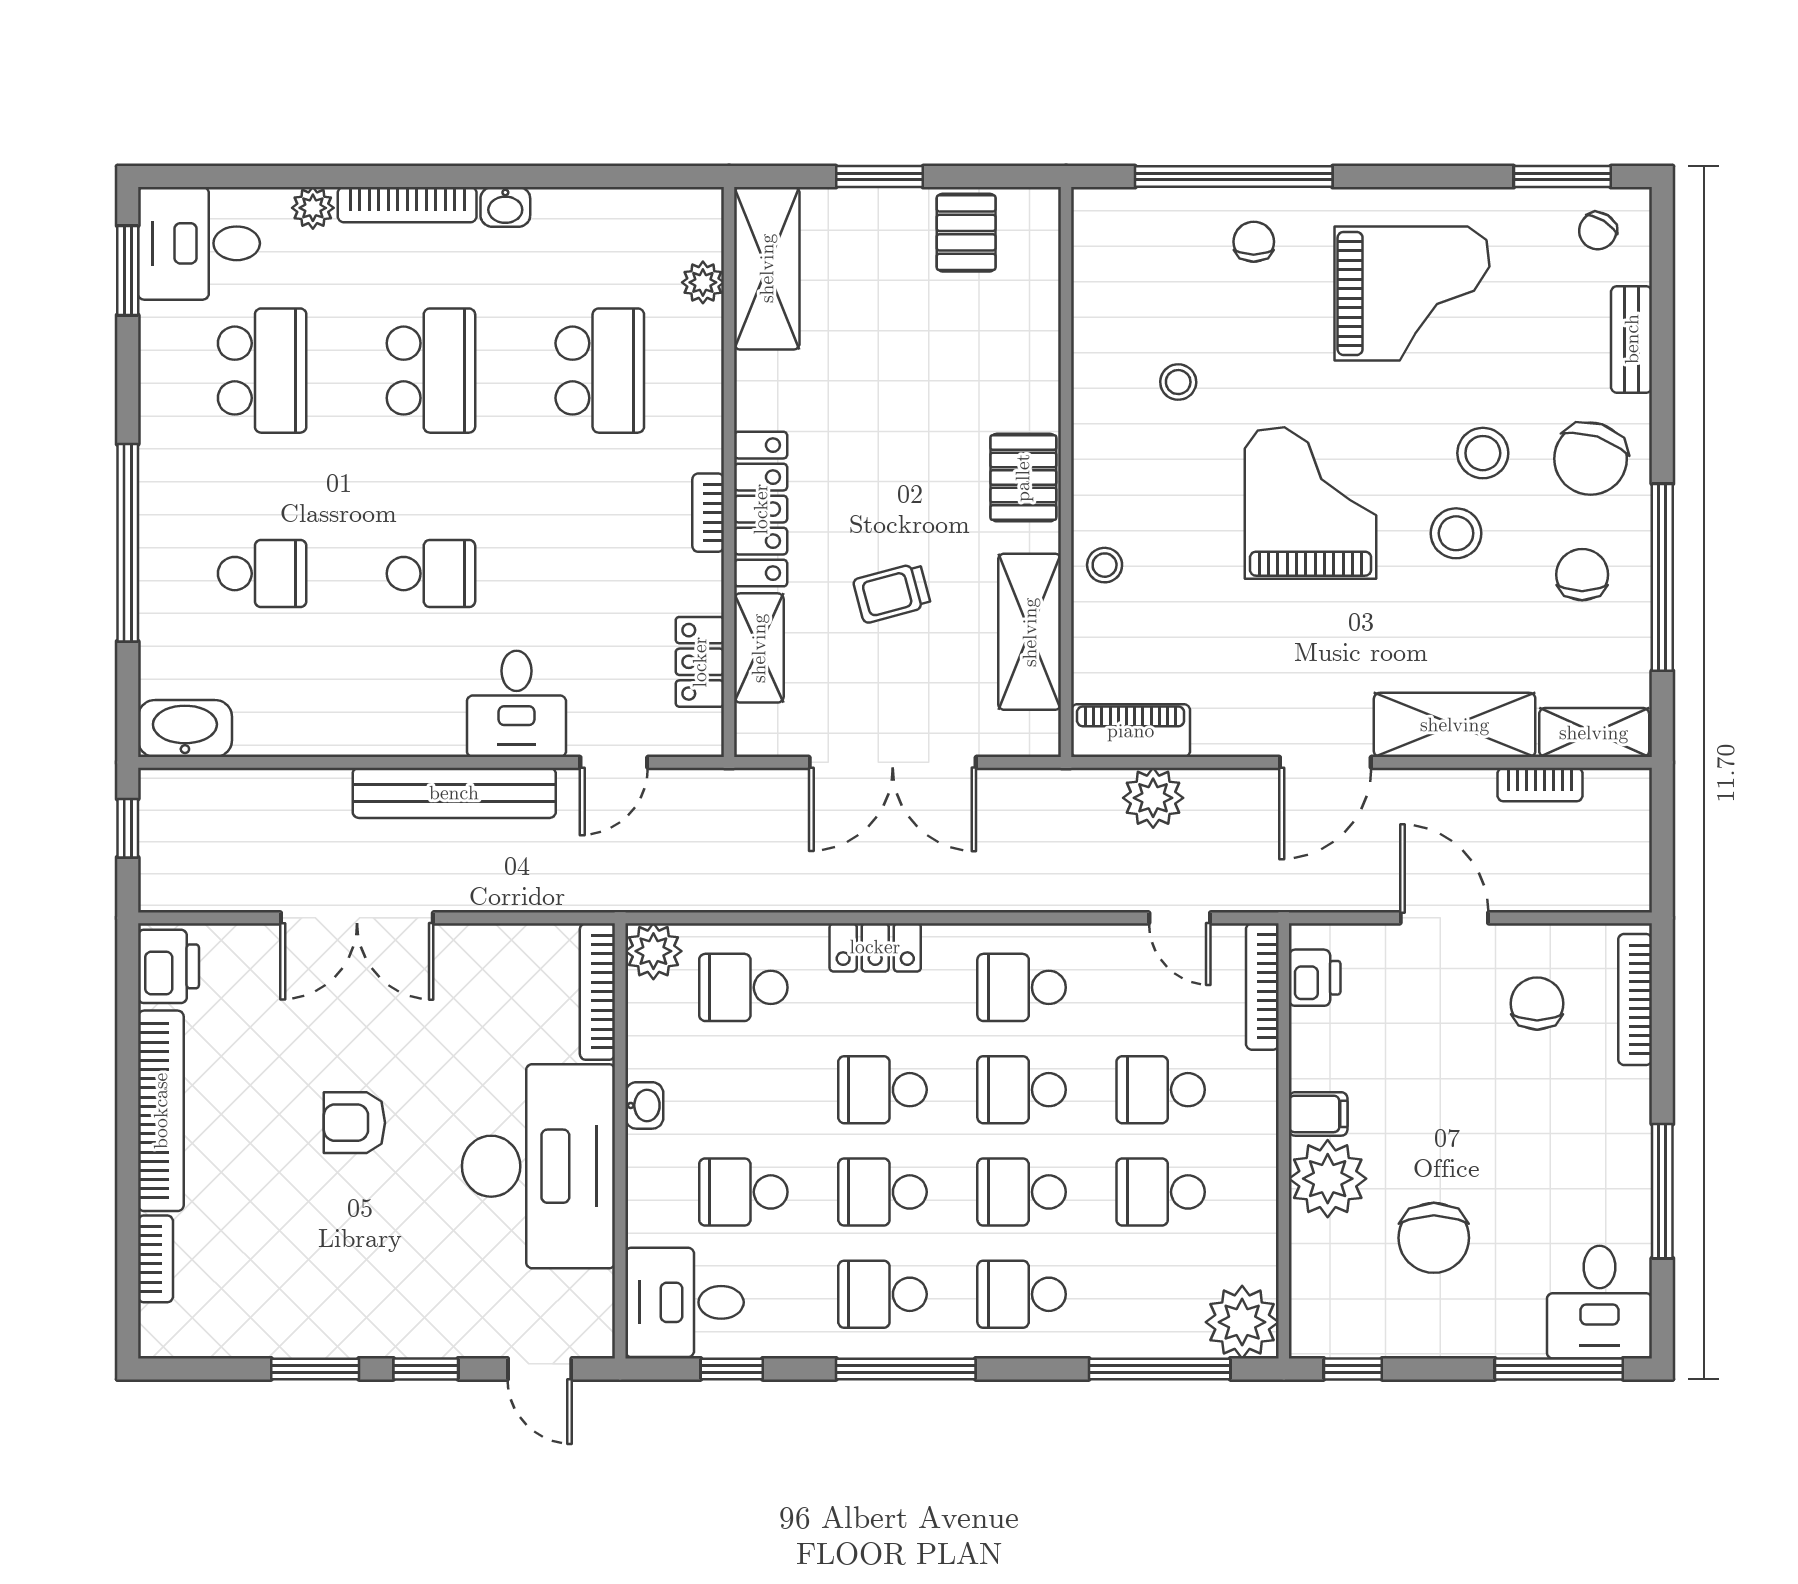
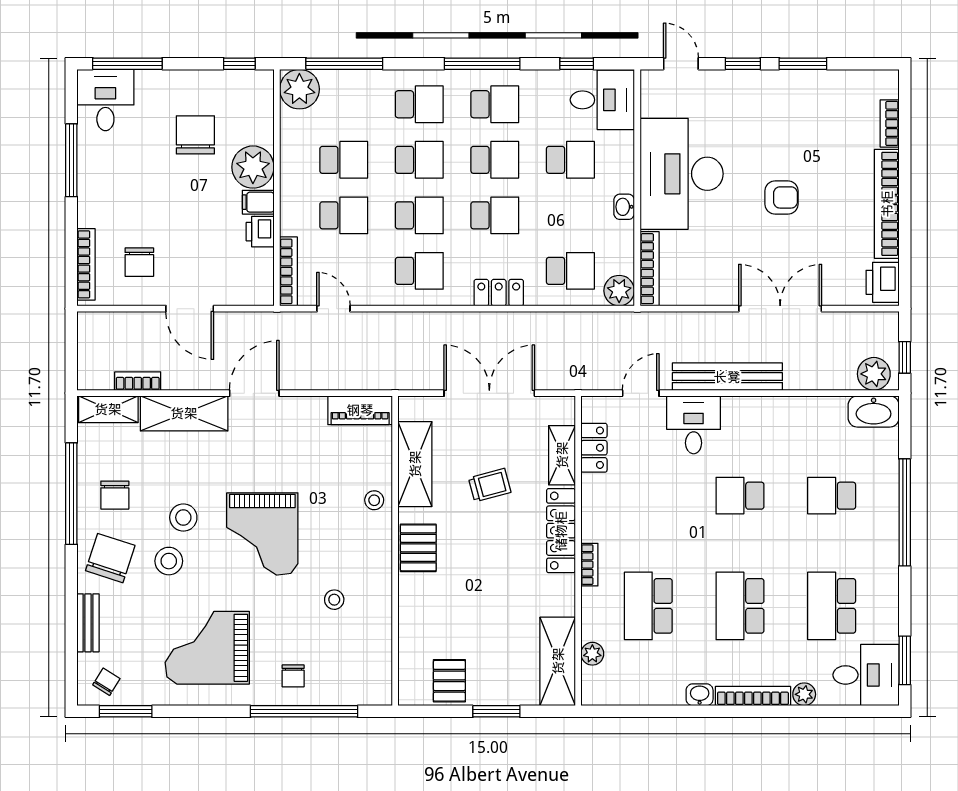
bookcase: (708, 513) -> (589, 565), moved
plant: (1153, 798) -> (874, 374), moved
printer: (1315, 978) -> (260, 232), moved

